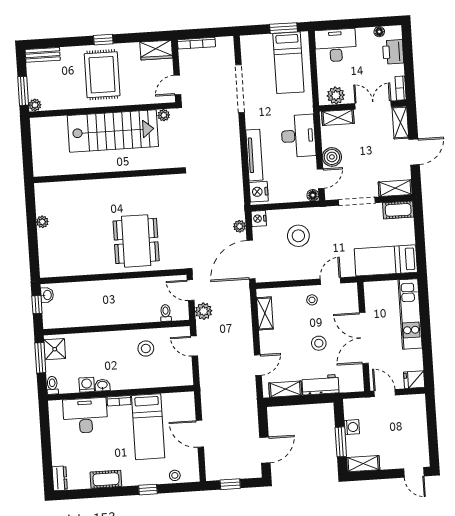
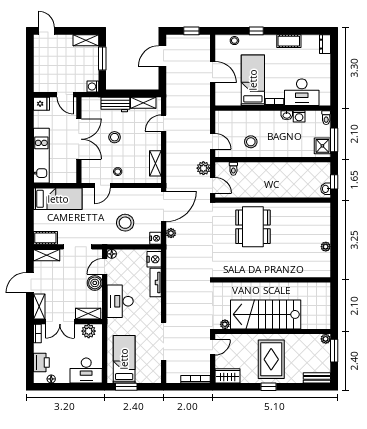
tv unit: (254, 155) -> (156, 282), width x0.71
washing machine: (352, 427) -> (93, 87), moved

